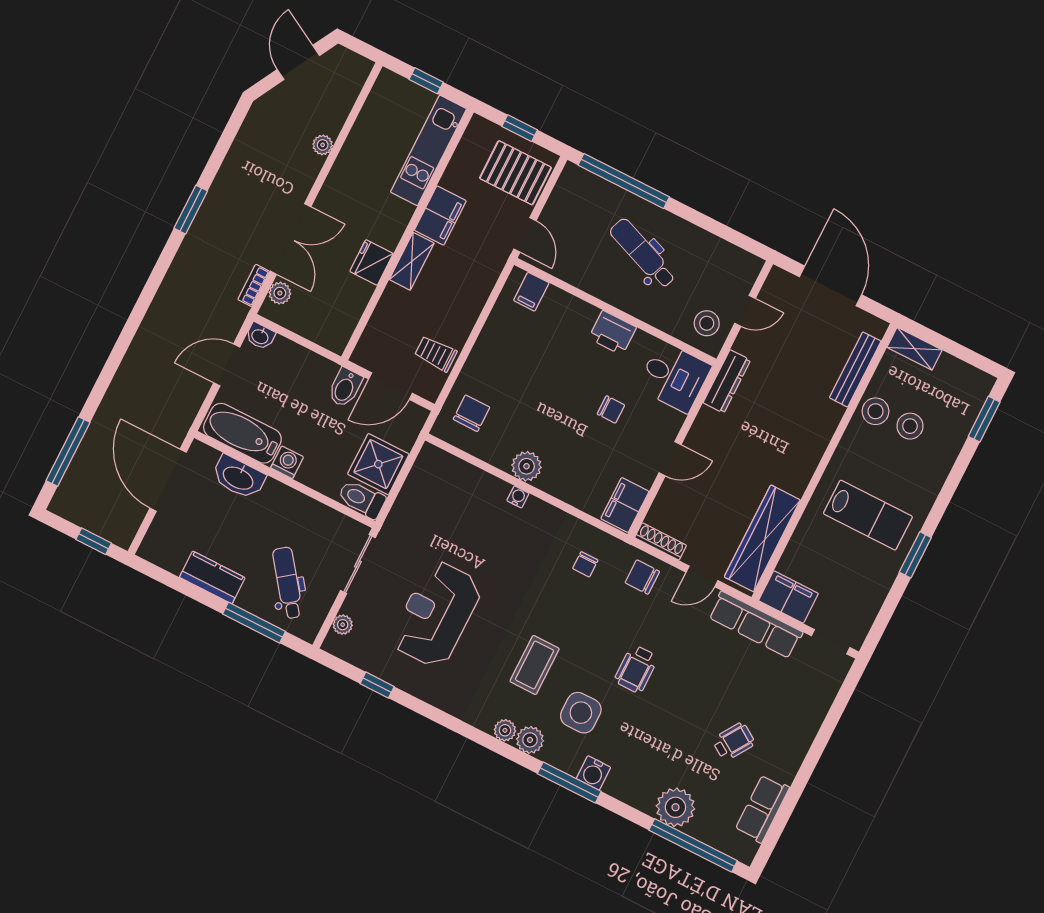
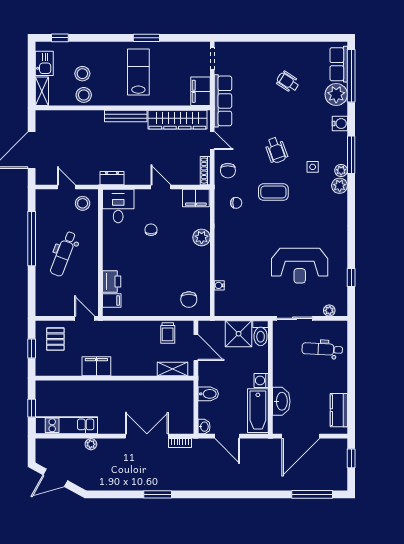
kitchen unit: (429, 150) -> (66, 425), moved, turned 180
pallet: (515, 173) -> (55, 339), width x0.67, depth x0.71
window: (624, 181) -> (32, 239), moved
door: (525, 235) -> (85, 318), hinge flipped
shelving: (412, 261) -> (173, 369), moved
fridge: (371, 262) -> (138, 389), removed
plant: (280, 293) -> (177, 428), removed
printer: (613, 333) -> (112, 281), moved
bench: (855, 369) -> (126, 116), moved
kitchen sink: (956, 374) -> (44, 63), added
dresser: (727, 381) -> (112, 178), width x0.70
bidet: (345, 388) -> (208, 394), moved
chair: (471, 413) -> (189, 300), turned -90
window: (984, 419) -> (60, 38), width x0.67
plant: (527, 466) -> (202, 237), moved
water cooler: (518, 497) -> (219, 285), moved
kitchen counter: (212, 577) -> (339, 410), moved
dental chair: (288, 583) -> (322, 349), turned 40
window: (254, 623) -> (351, 356), removed
coffee table: (535, 665) -> (273, 192), moved
wheelchair: (636, 669) -> (276, 150), turned 70
side table: (581, 713) -> (313, 167), width x0.54, depth x0.54
plant: (505, 730) -> (341, 170), moved
water cooler: (594, 773) -> (340, 124), moved
row of seats: (762, 809) -> (339, 64), moved, turned 90

